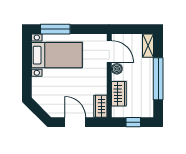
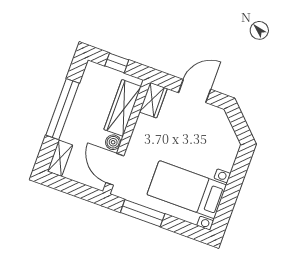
window: (55, 29) -> (143, 213), moved
wardrobe: (119, 94) -> (122, 108), width x1.50
door: (75, 122) -> (195, 91), swing flipped

